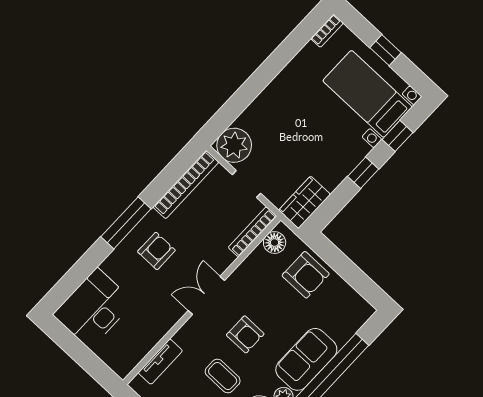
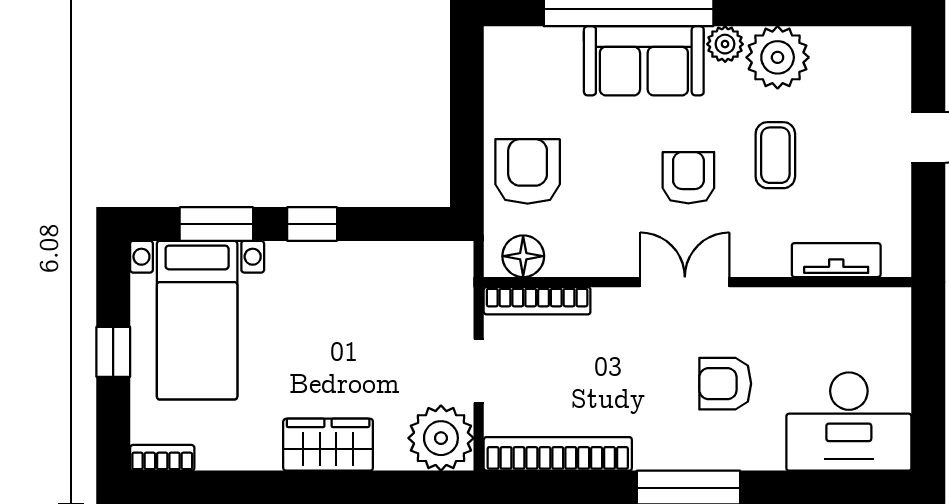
window: (398, 136) -> (216, 224), width x1.50
wardrobe: (304, 202) -> (328, 445), moved, turned 180
armchair: (156, 251) -> (725, 384), moved
double door: (206, 295) -> (685, 282), swing flipped

